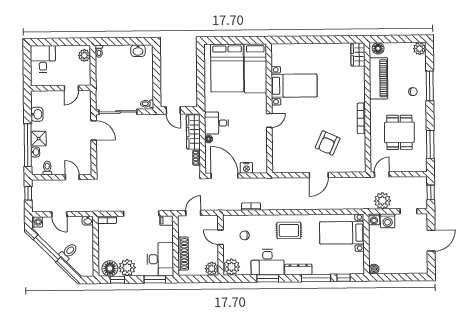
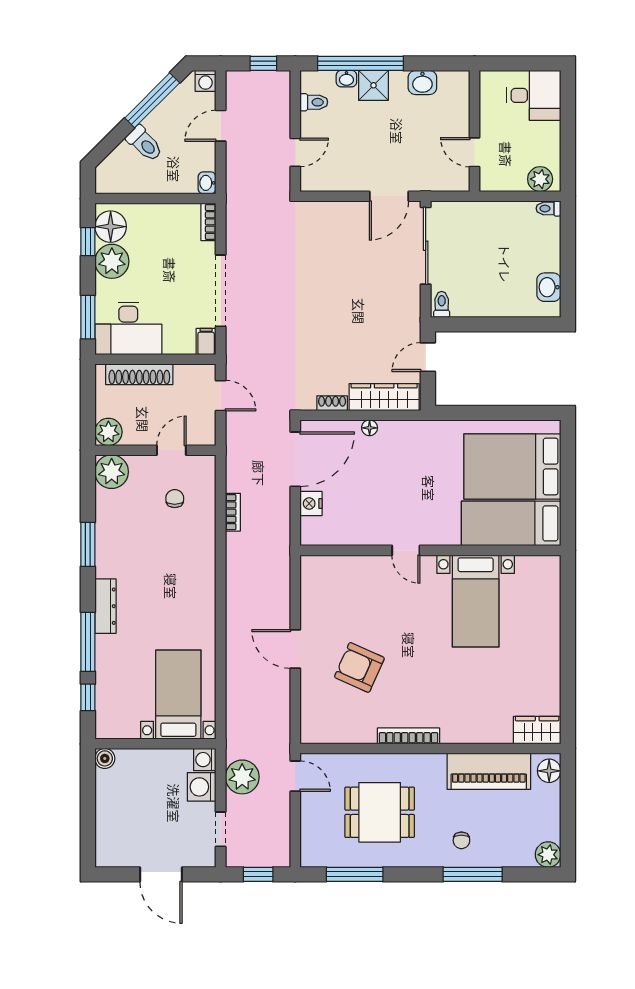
desk: (217, 123) -> (402, 444), removed
rug: (289, 230) -> (184, 588), removed
desk: (268, 262) -> (121, 544), removed

